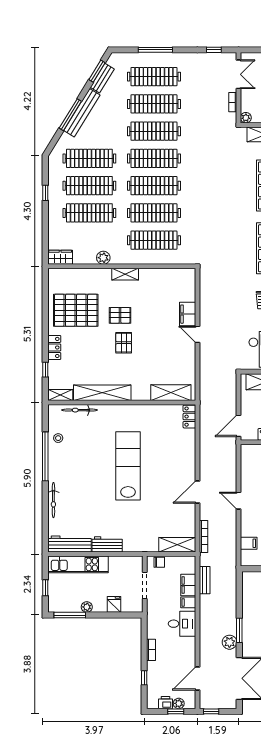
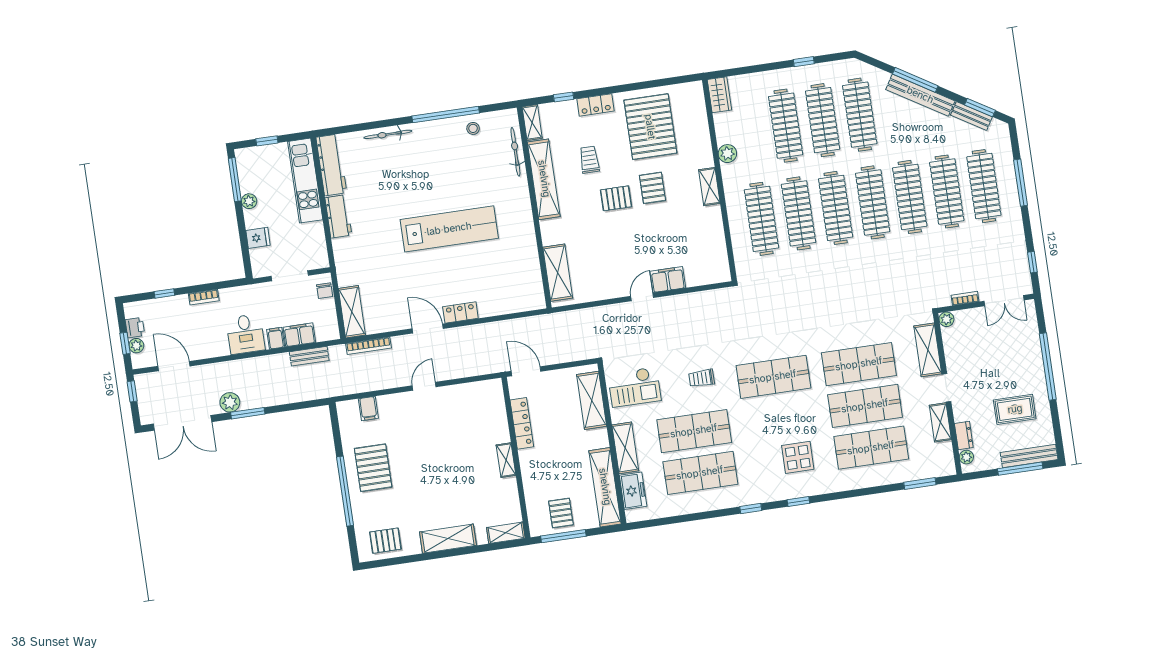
trolley: (93, 358) -> (589, 160), added
locker: (189, 417) -> (460, 313), moved

